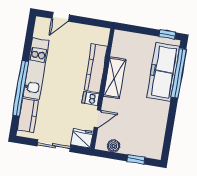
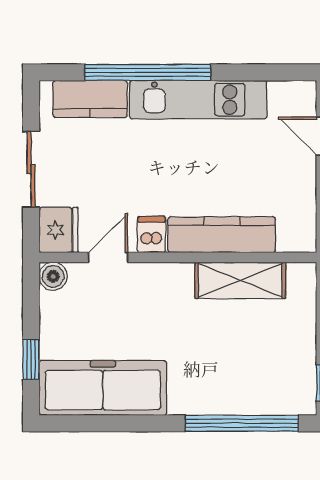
freezer: (163, 72) -> (103, 388), moved
shelving: (115, 78) -> (240, 280), moved
door: (97, 119) -> (108, 257), swing flipped
boiler: (114, 146) -> (53, 276), moved

